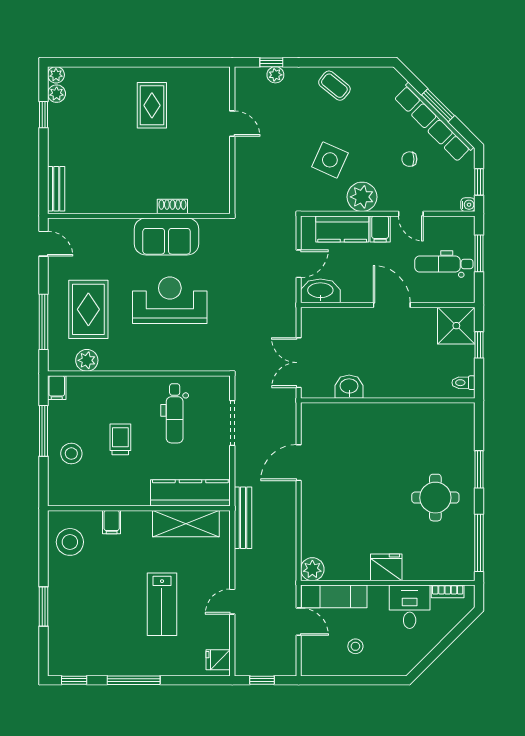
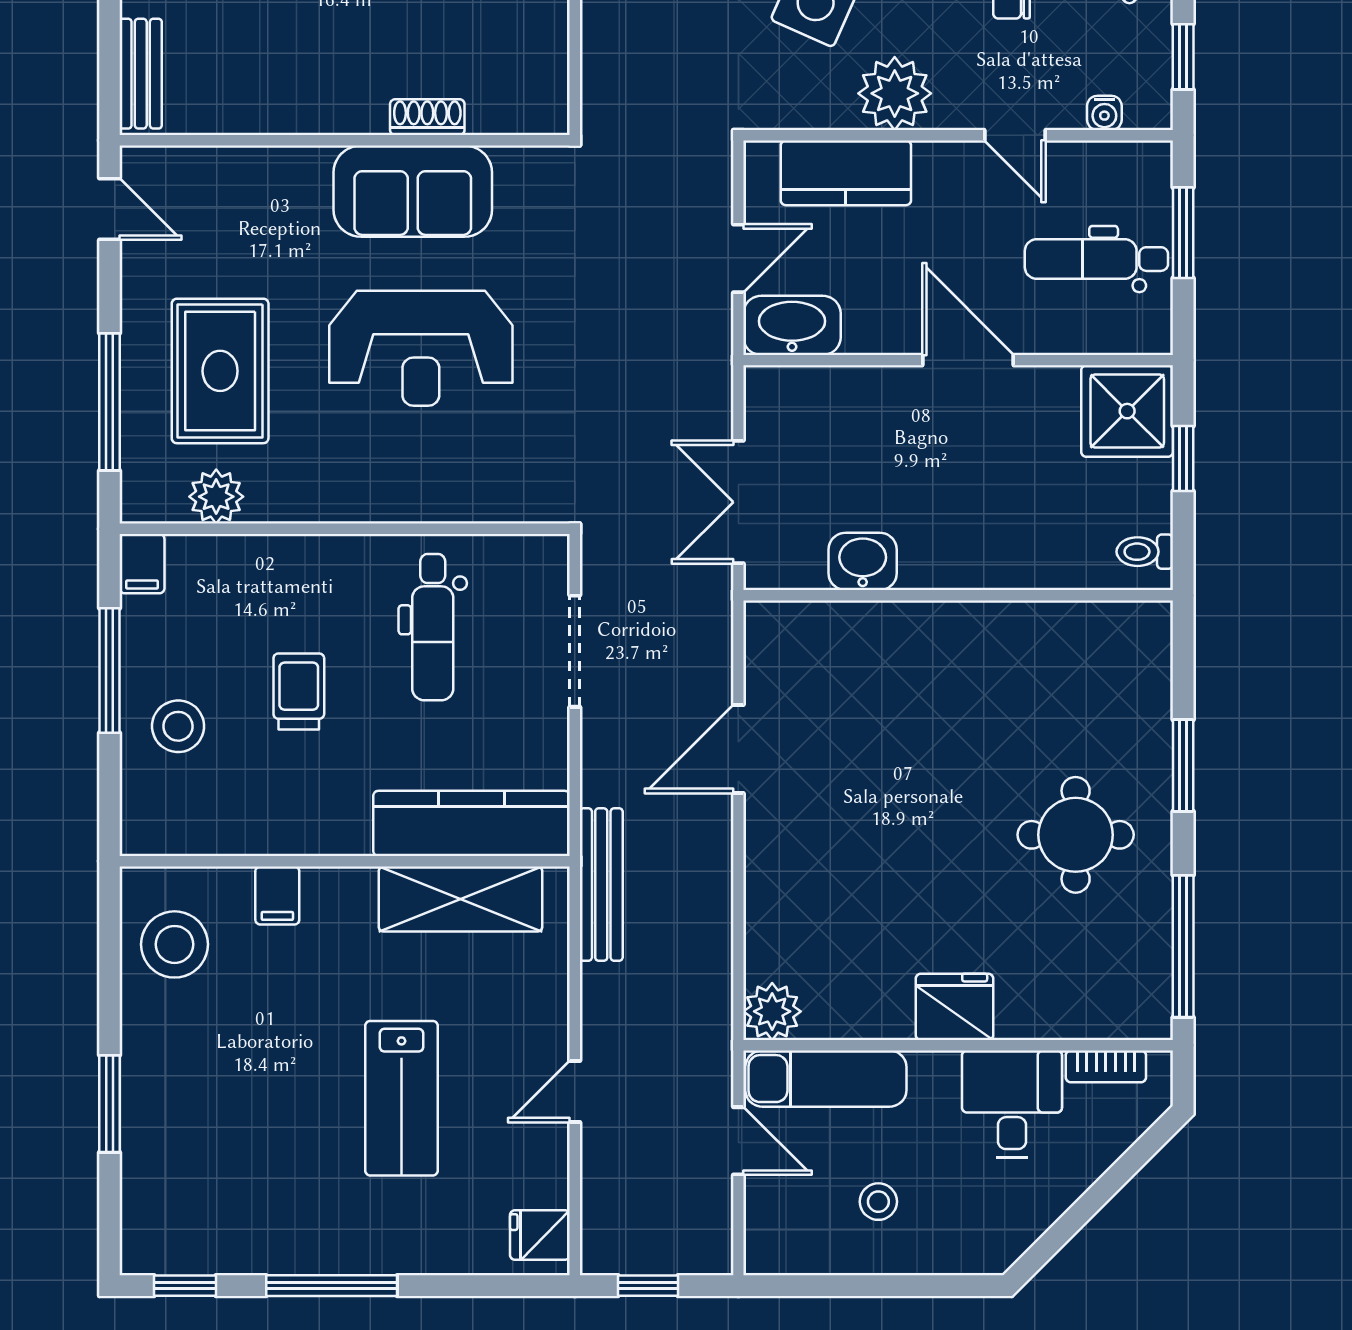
water cooler: (468, 205) -> (1104, 113), moved, turned 90
filing cabinet: (380, 229) -> (939, 173), removed
reception desk: (170, 300) -> (421, 348), turned 180

